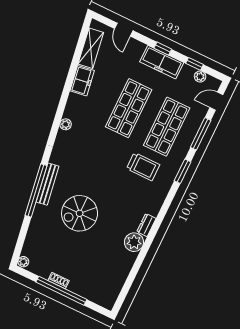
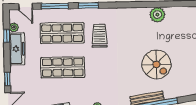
window: (163, 49) -> (7, 79), moved
freezer: (162, 62) -> (17, 49), moved
dresser: (146, 225) -> (141, 12), removed

